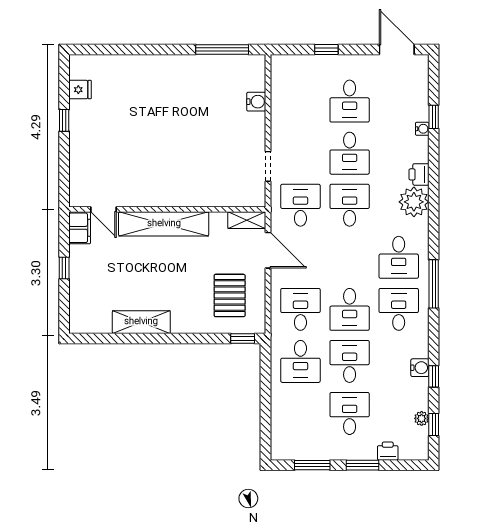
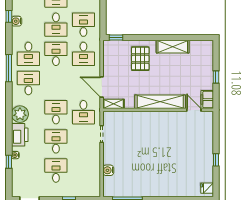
fridge: (80, 90) -> (207, 188), moved
printer: (419, 174) -> (20, 135), width x1.87, depth x1.48
desk: (350, 205) -> (56, 112), turned 180
pallet: (230, 295) -> (140, 59), moved

